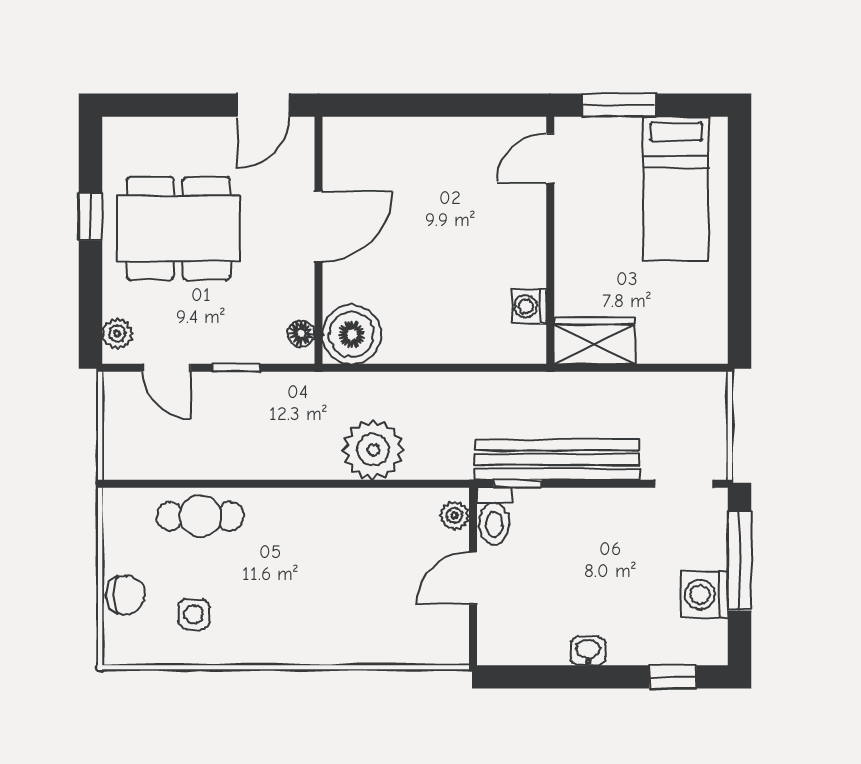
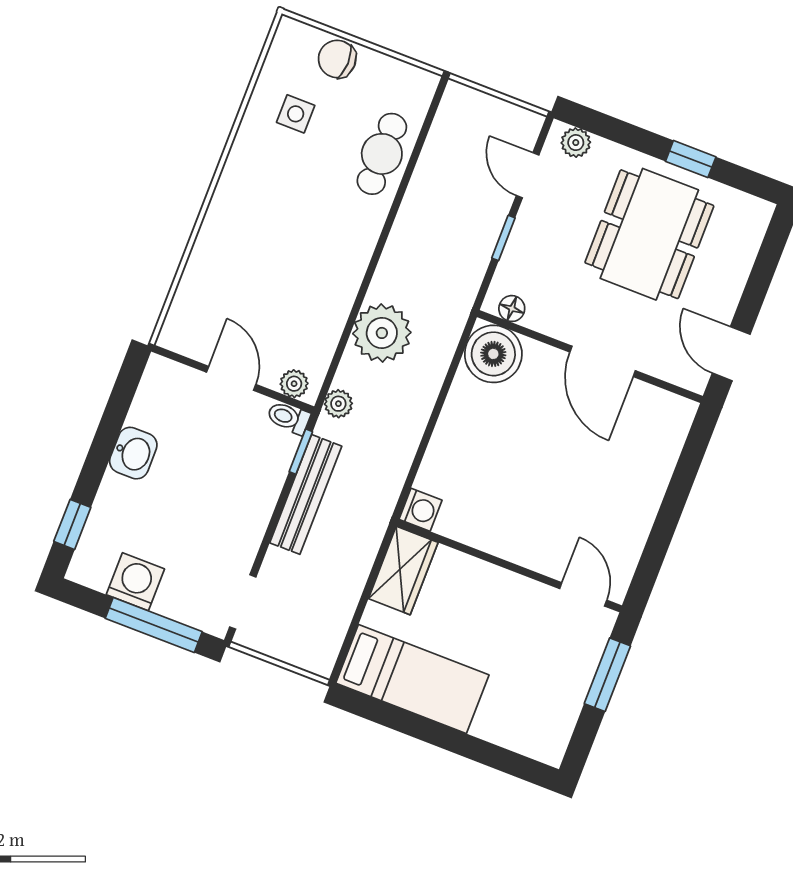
bed: (676, 189) -> (412, 679), moved, turned 180
washing machine: (529, 306) -> (421, 510), moved, turned 90
door: (167, 368) -> (528, 175), hinge flipped
bench: (557, 459) -> (306, 494), width x0.73, depth x0.82
plant: (457, 465) -> (338, 404), added
toilet: (494, 516) -> (288, 418), width x0.73, depth x0.72
chair: (126, 595) -> (337, 59), turned 91
washbasin: (588, 651) -> (133, 453), width x1.38, depth x1.45

